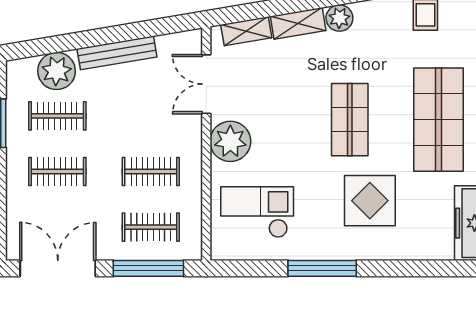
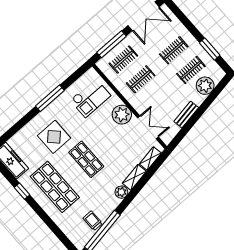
bench: (117, 53) -> (186, 115), width x0.73

